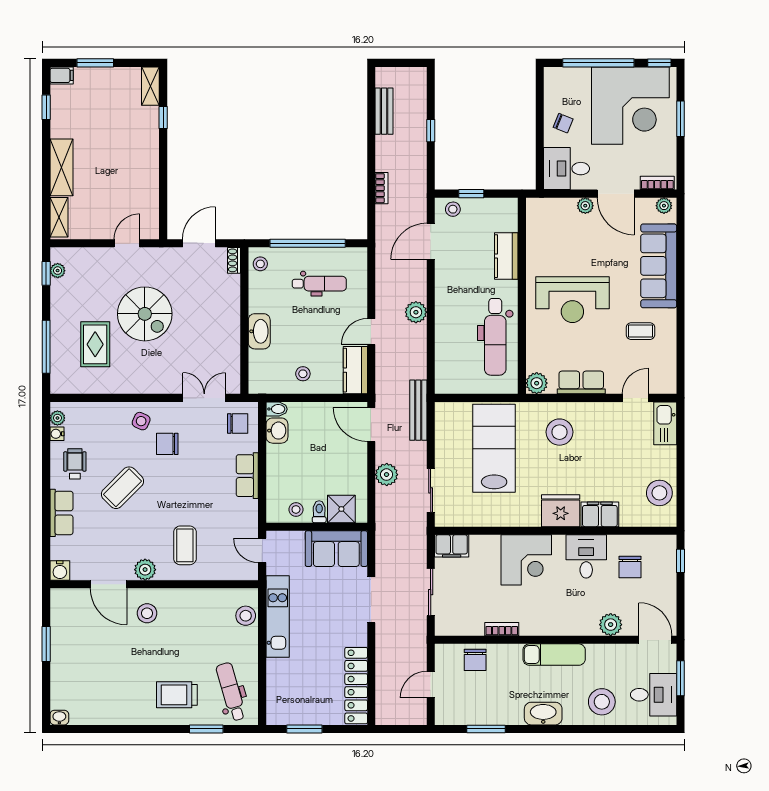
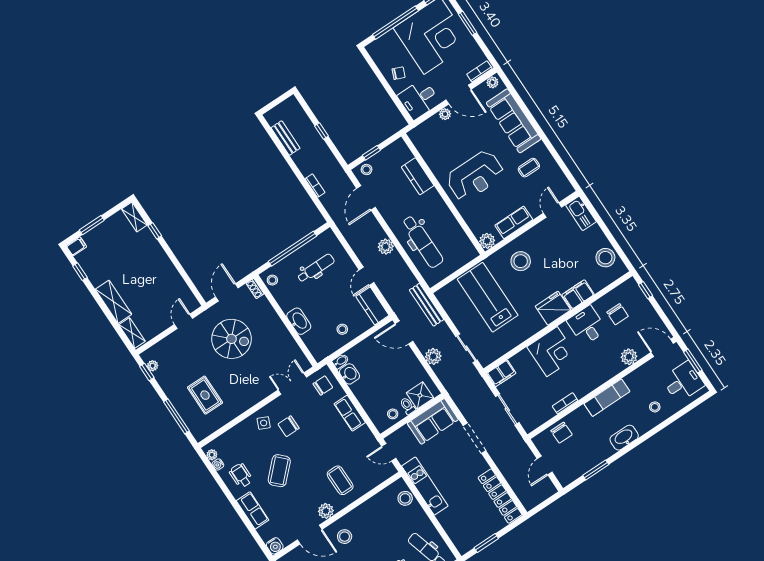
spiral stairs: (145, 314) -> (231, 339), moved
dental chair: (495, 337) -> (422, 242), moved
stool: (602, 702) -> (655, 407), width x0.53, depth x0.53

